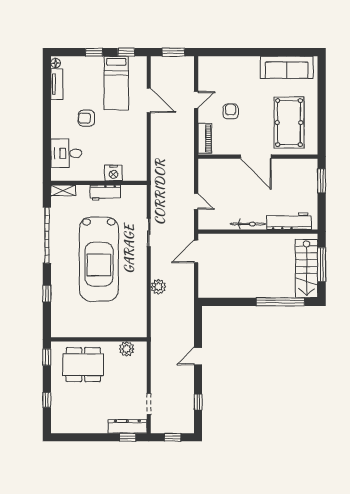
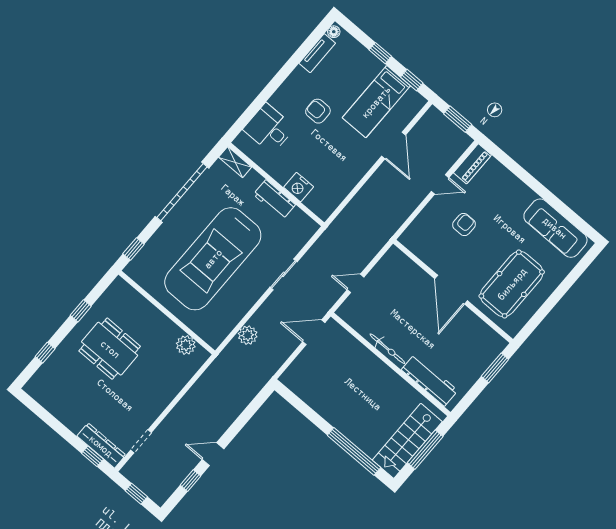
piano: (205, 138) -> (472, 164), moved
door: (196, 201) -> (356, 283), swing flipped
wall: (99, 339) -> (167, 313), moved
plant: (127, 349) -> (186, 345), moved
door: (198, 356) -> (213, 454), moved

